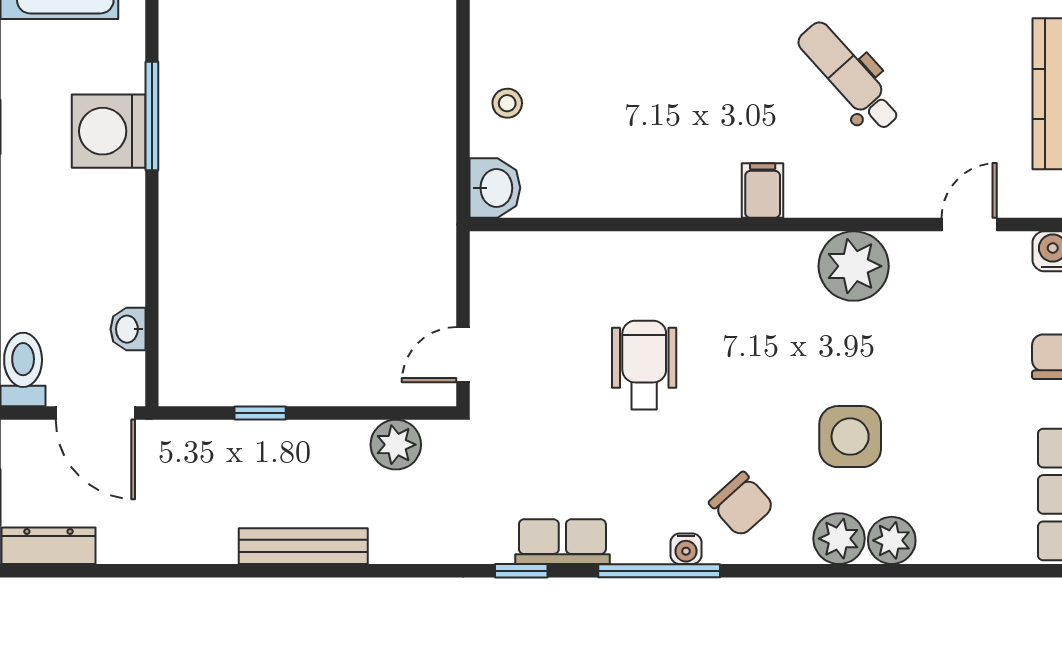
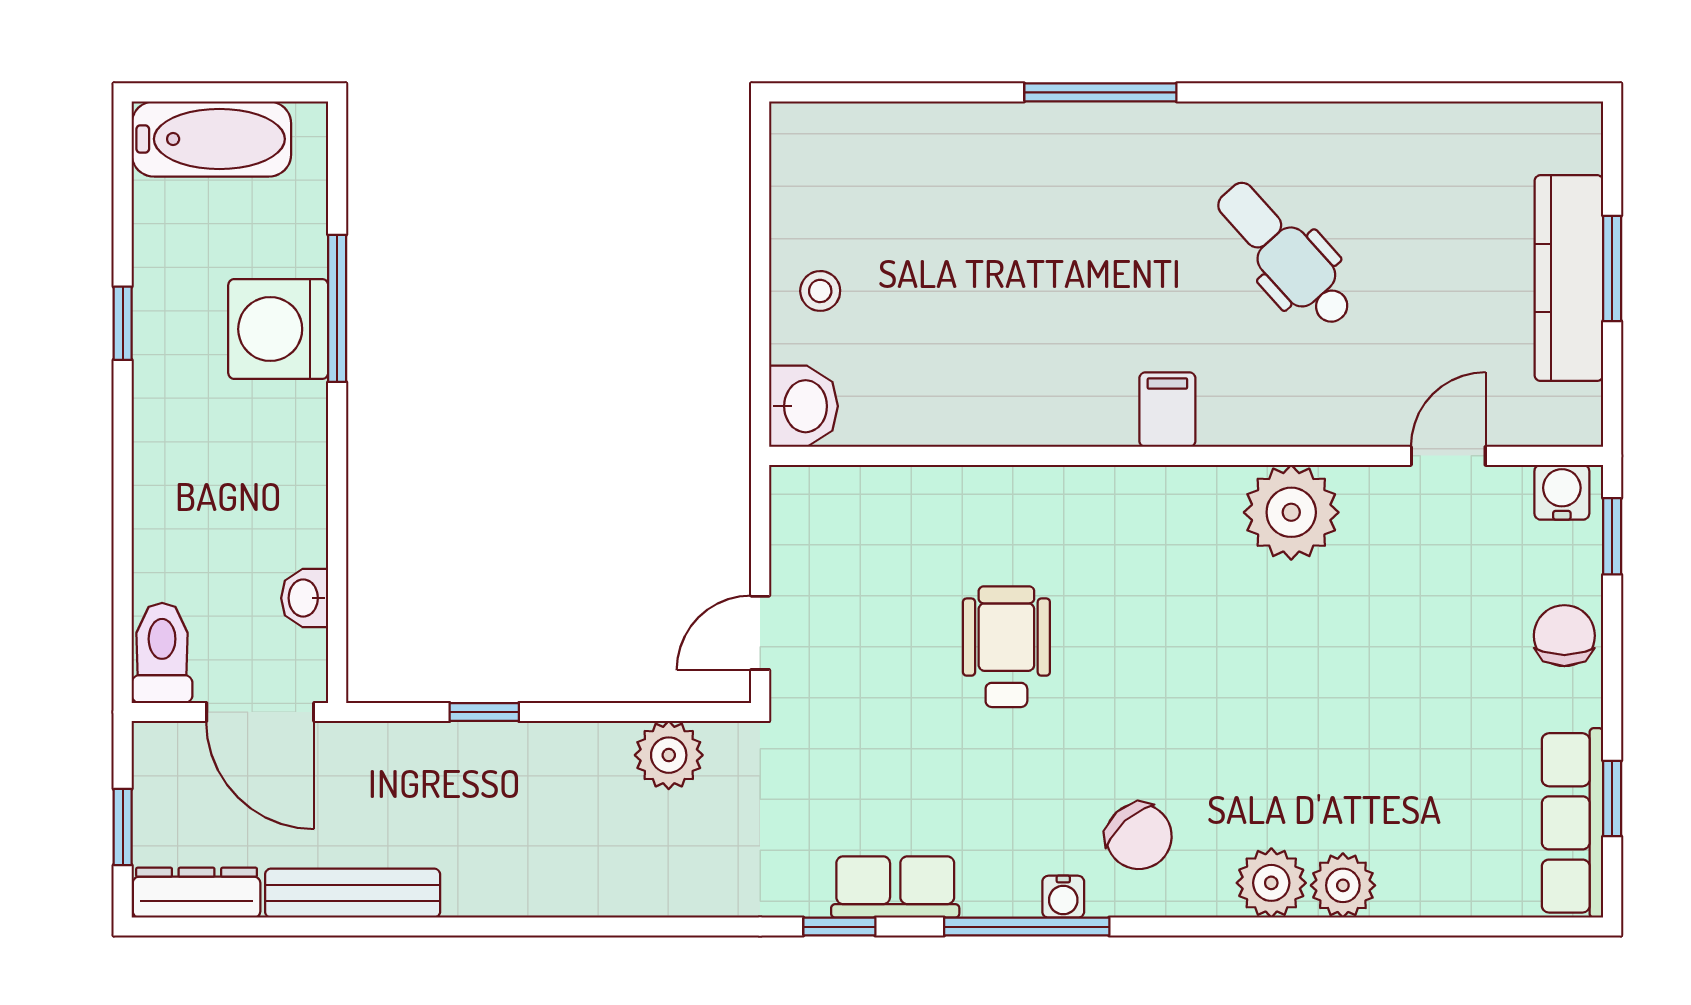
side table: (850, 437) -> (1286, 744), removed
bench: (303, 546) -> (353, 893), moved

